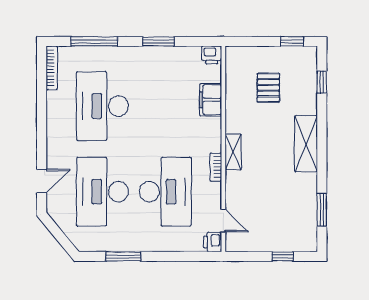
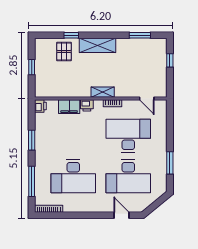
window: (292, 41) -> (32, 67), moved
window: (322, 82) -> (71, 35), moved
pallet: (268, 88) -> (64, 52), moved, turned 90
door: (223, 221) -> (147, 99), swing flipped
printer: (213, 242) -> (87, 105), moved

